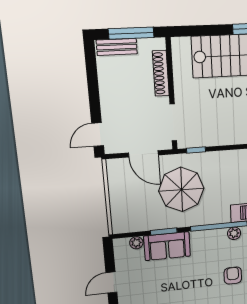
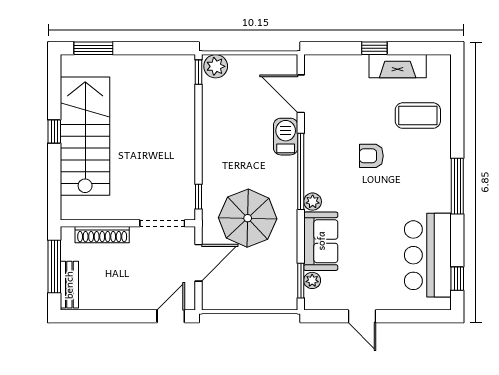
door: (98, 135) -> (171, 316), swing flipped
window: (164, 232) -> (301, 281), moved
plant: (234, 233) -> (313, 202), moved

